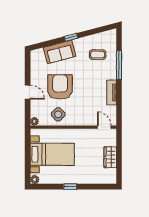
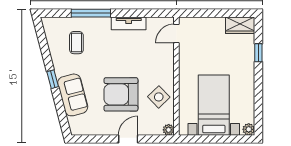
wardrobe: (110, 157) -> (240, 25), moved
window: (70, 187) -> (258, 53), moved

